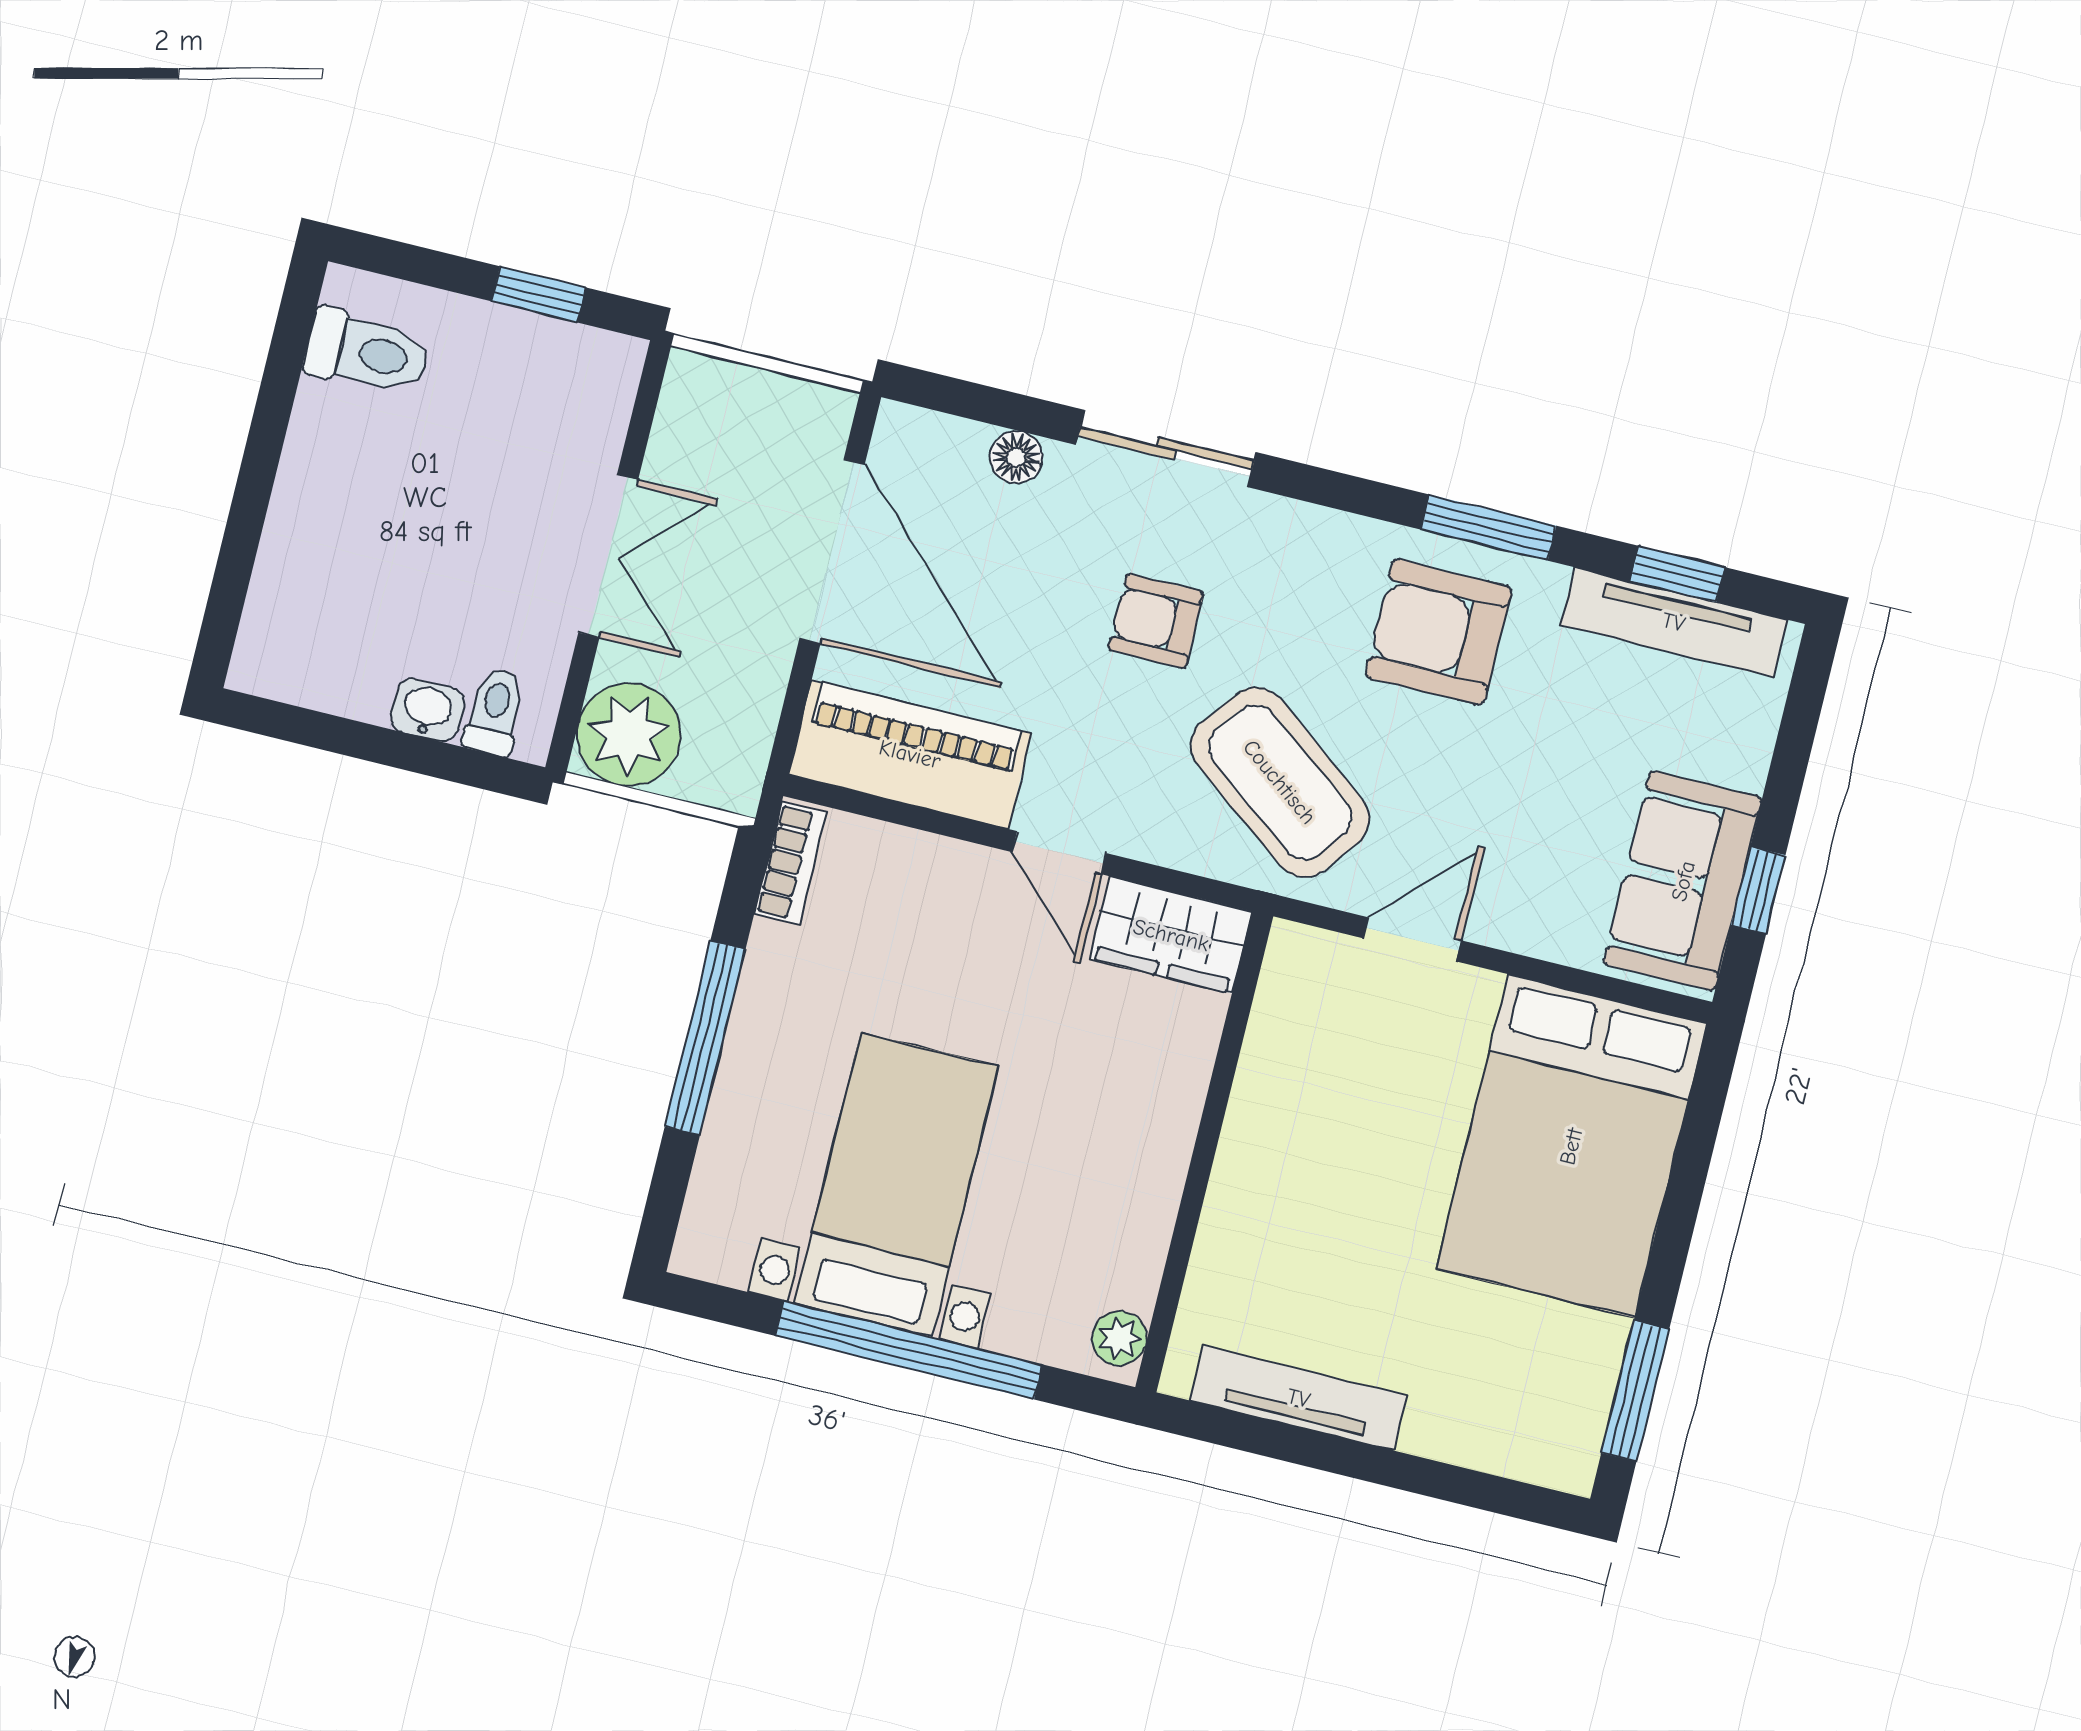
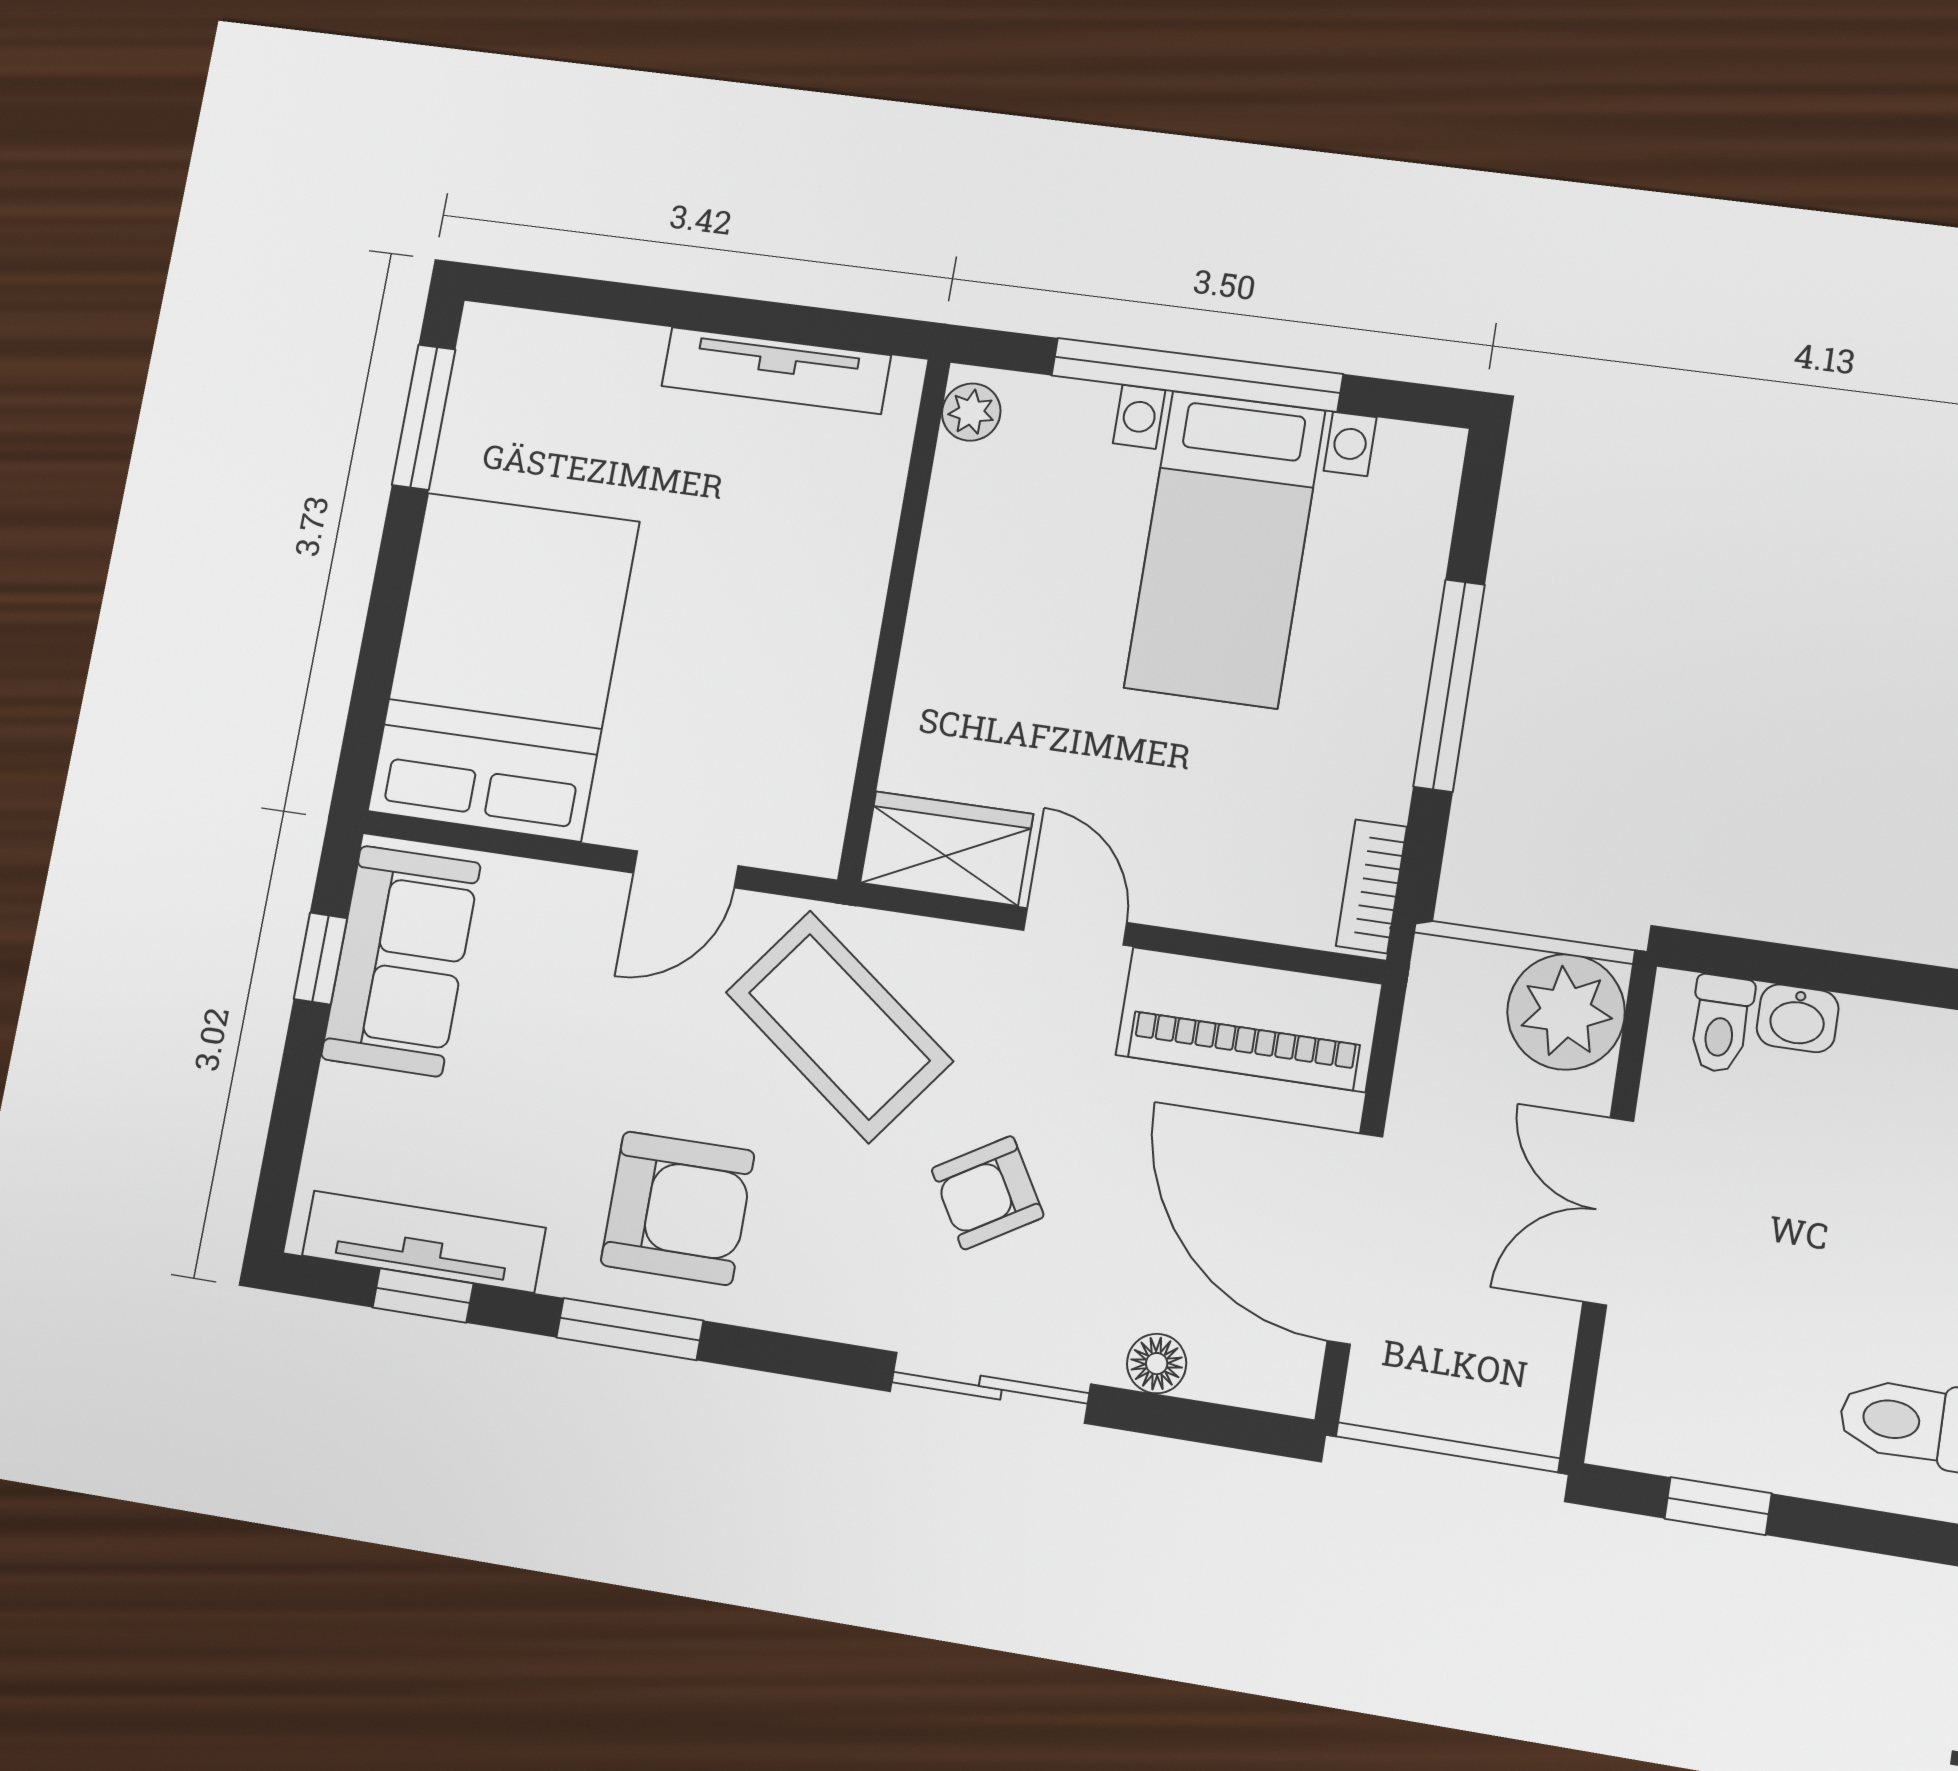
armchair: (1156, 621) -> (988, 1193), turned 149

